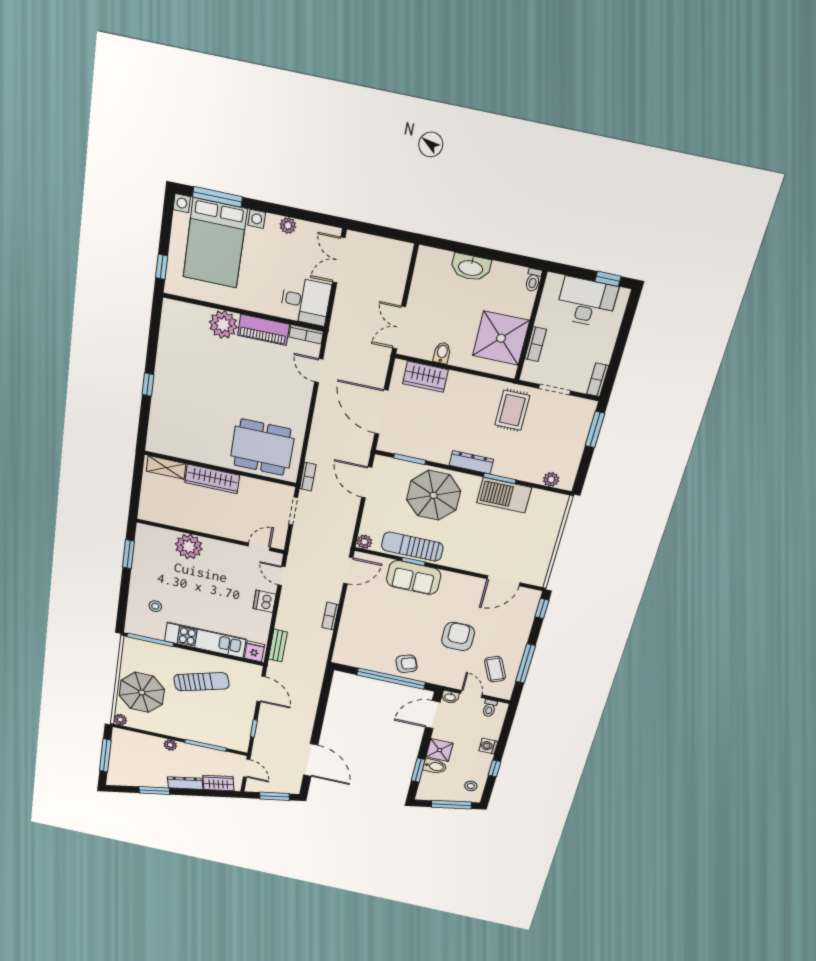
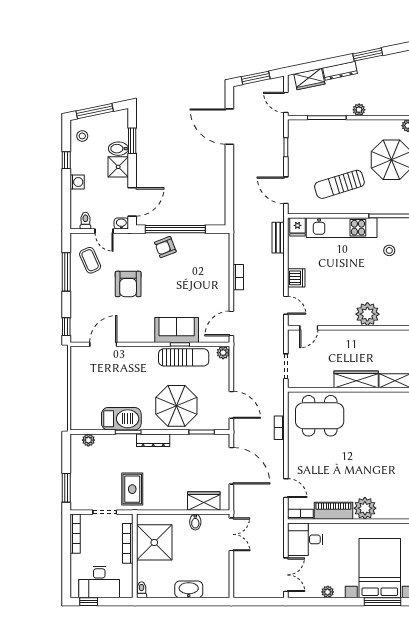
bookcase: (536, 344) -> (128, 543), width x1.56
bookcase: (598, 380) -> (75, 534), width x1.56
bookcase: (308, 477) -> (279, 428), moved

